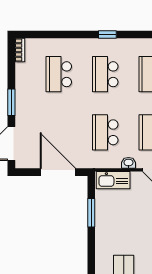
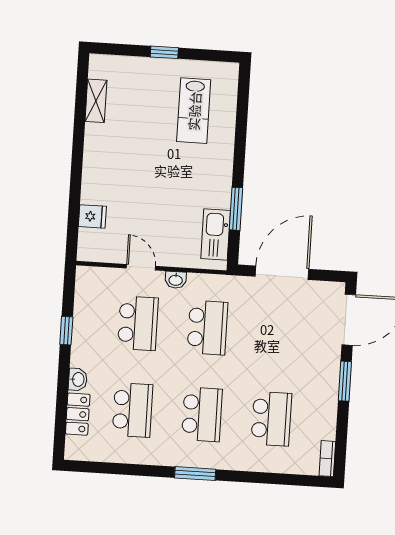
window: (107, 34) -> (195, 474), width x1.50
door: (58, 172) -> (282, 273), swing flipped
kitchen sink: (113, 180) -> (216, 234), moved, turned -90

